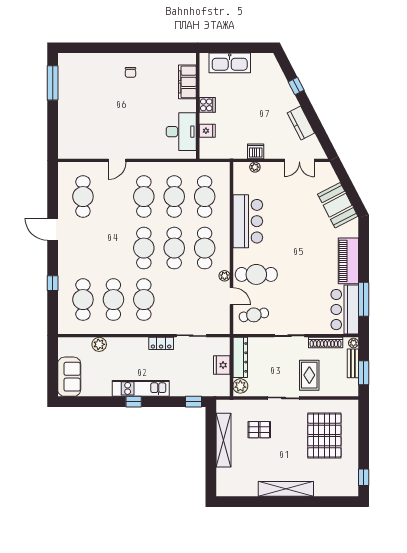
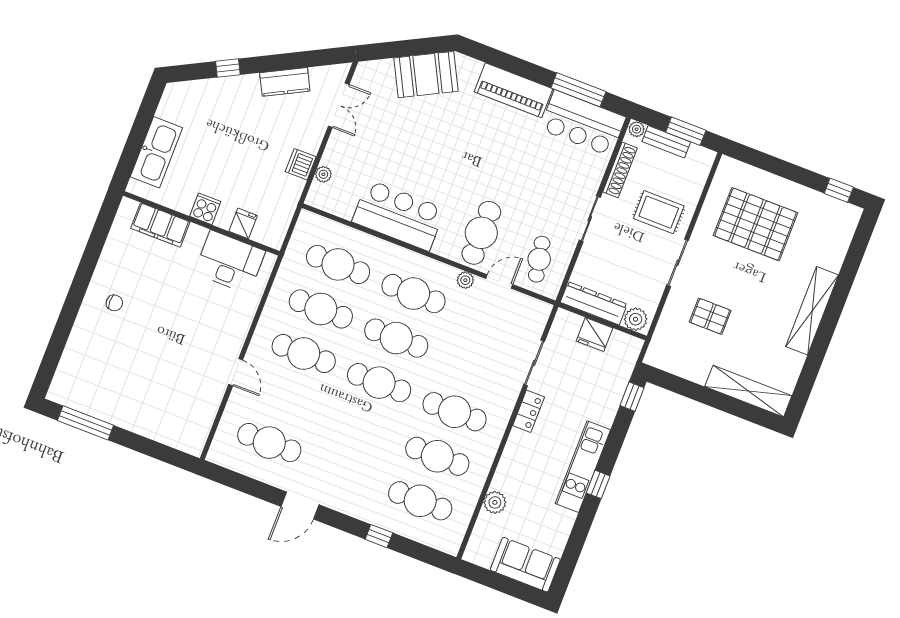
pallet: (259, 430) -> (710, 316), turned 90
shelving: (223, 440) -> (748, 391), moved

